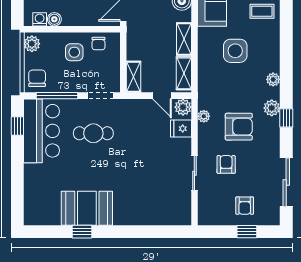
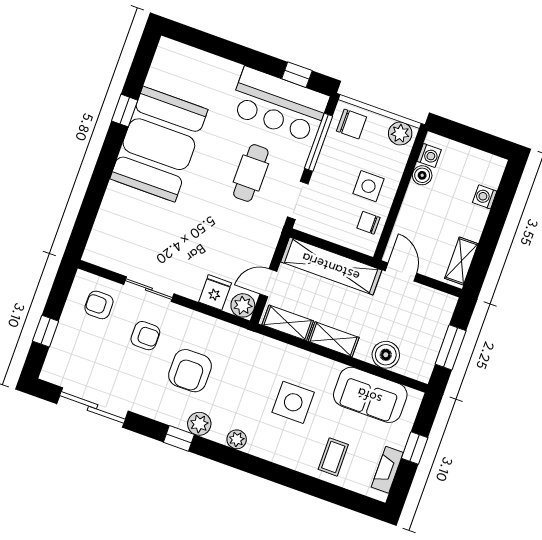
shelving: (134, 77) -> (331, 266), width x2.20, depth x1.33
plant: (204, 116) -> (221, 329), removed
armchair: (245, 206) -> (99, 305), moved
booth: (87, 208) -> (159, 144), width x1.36, depth x1.42

